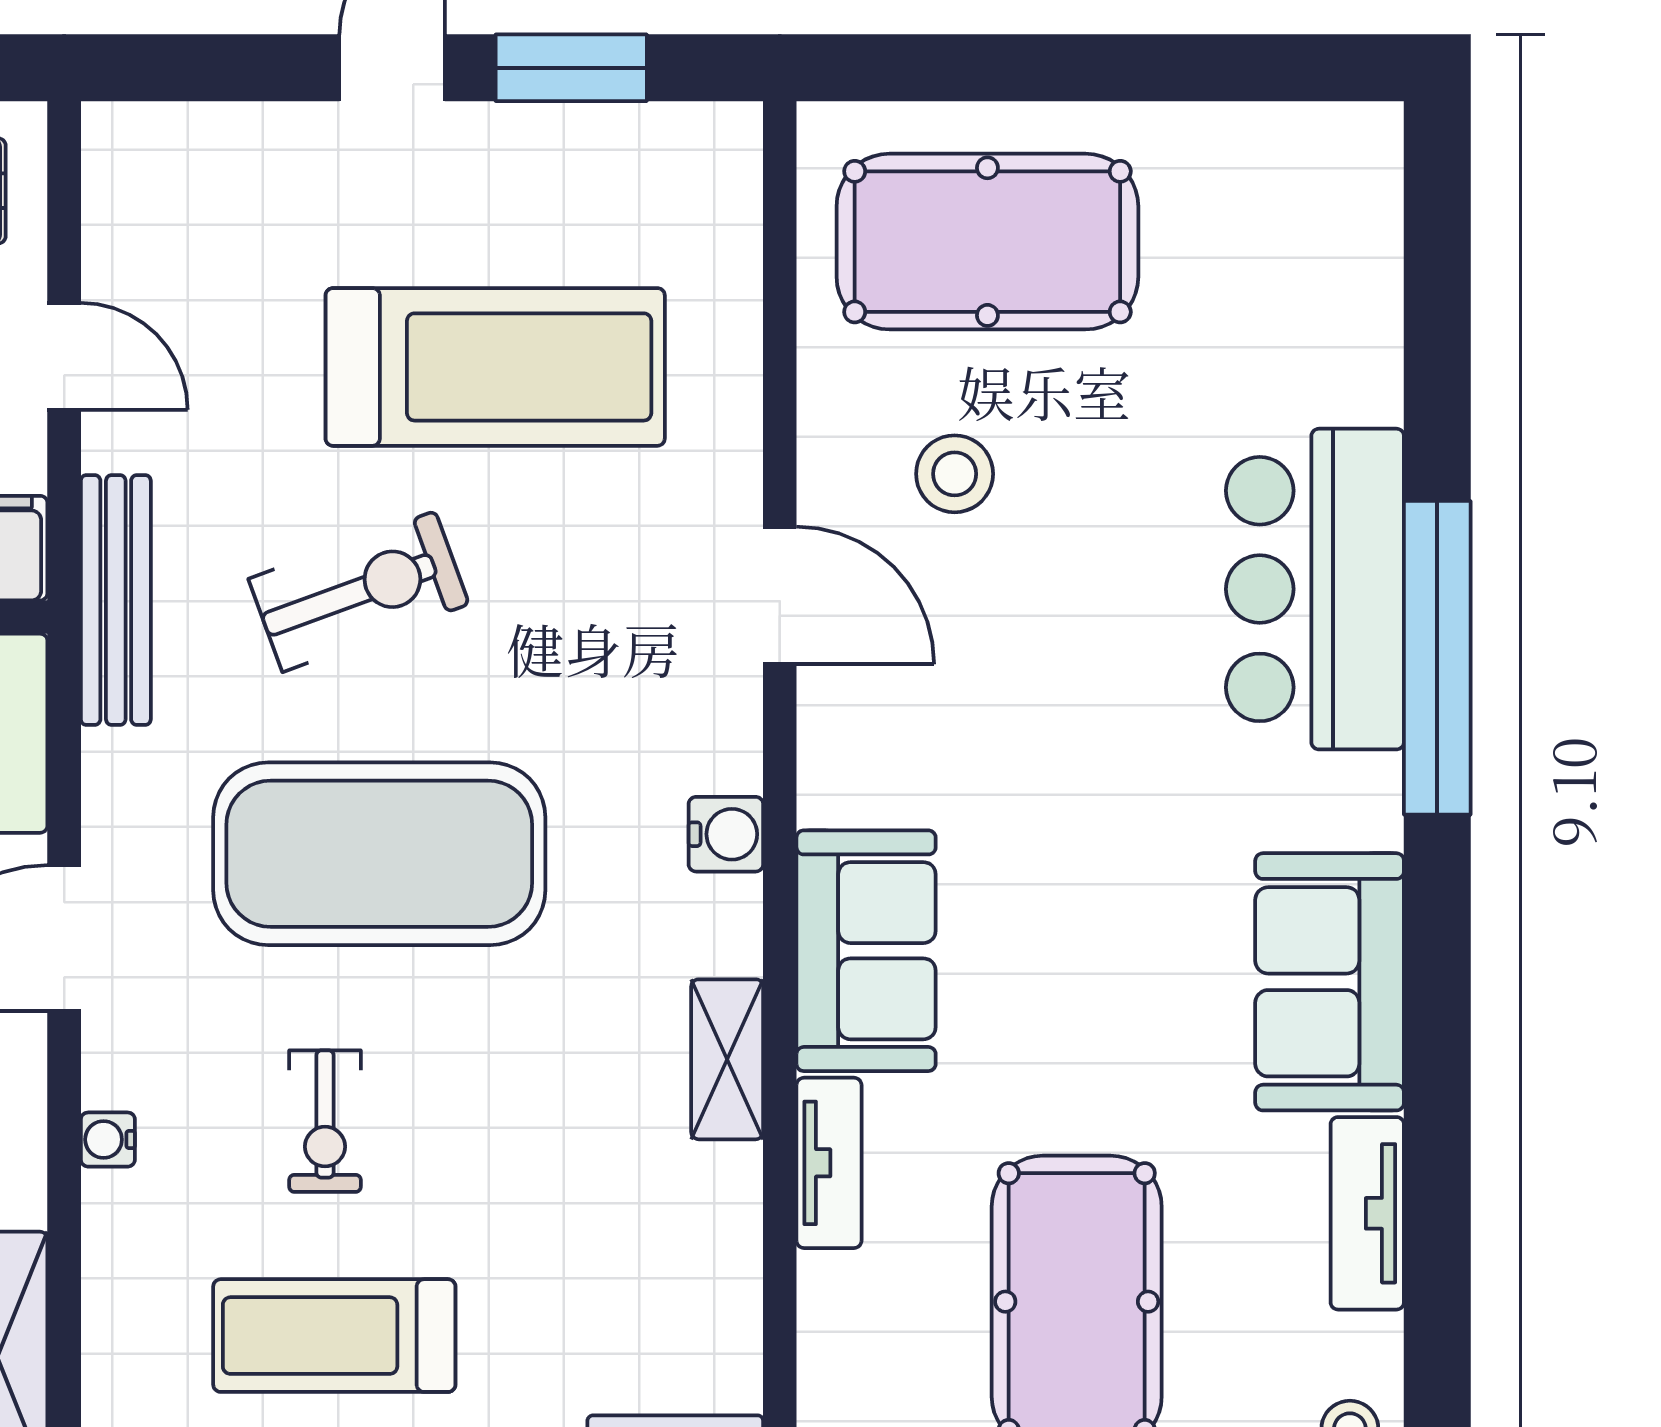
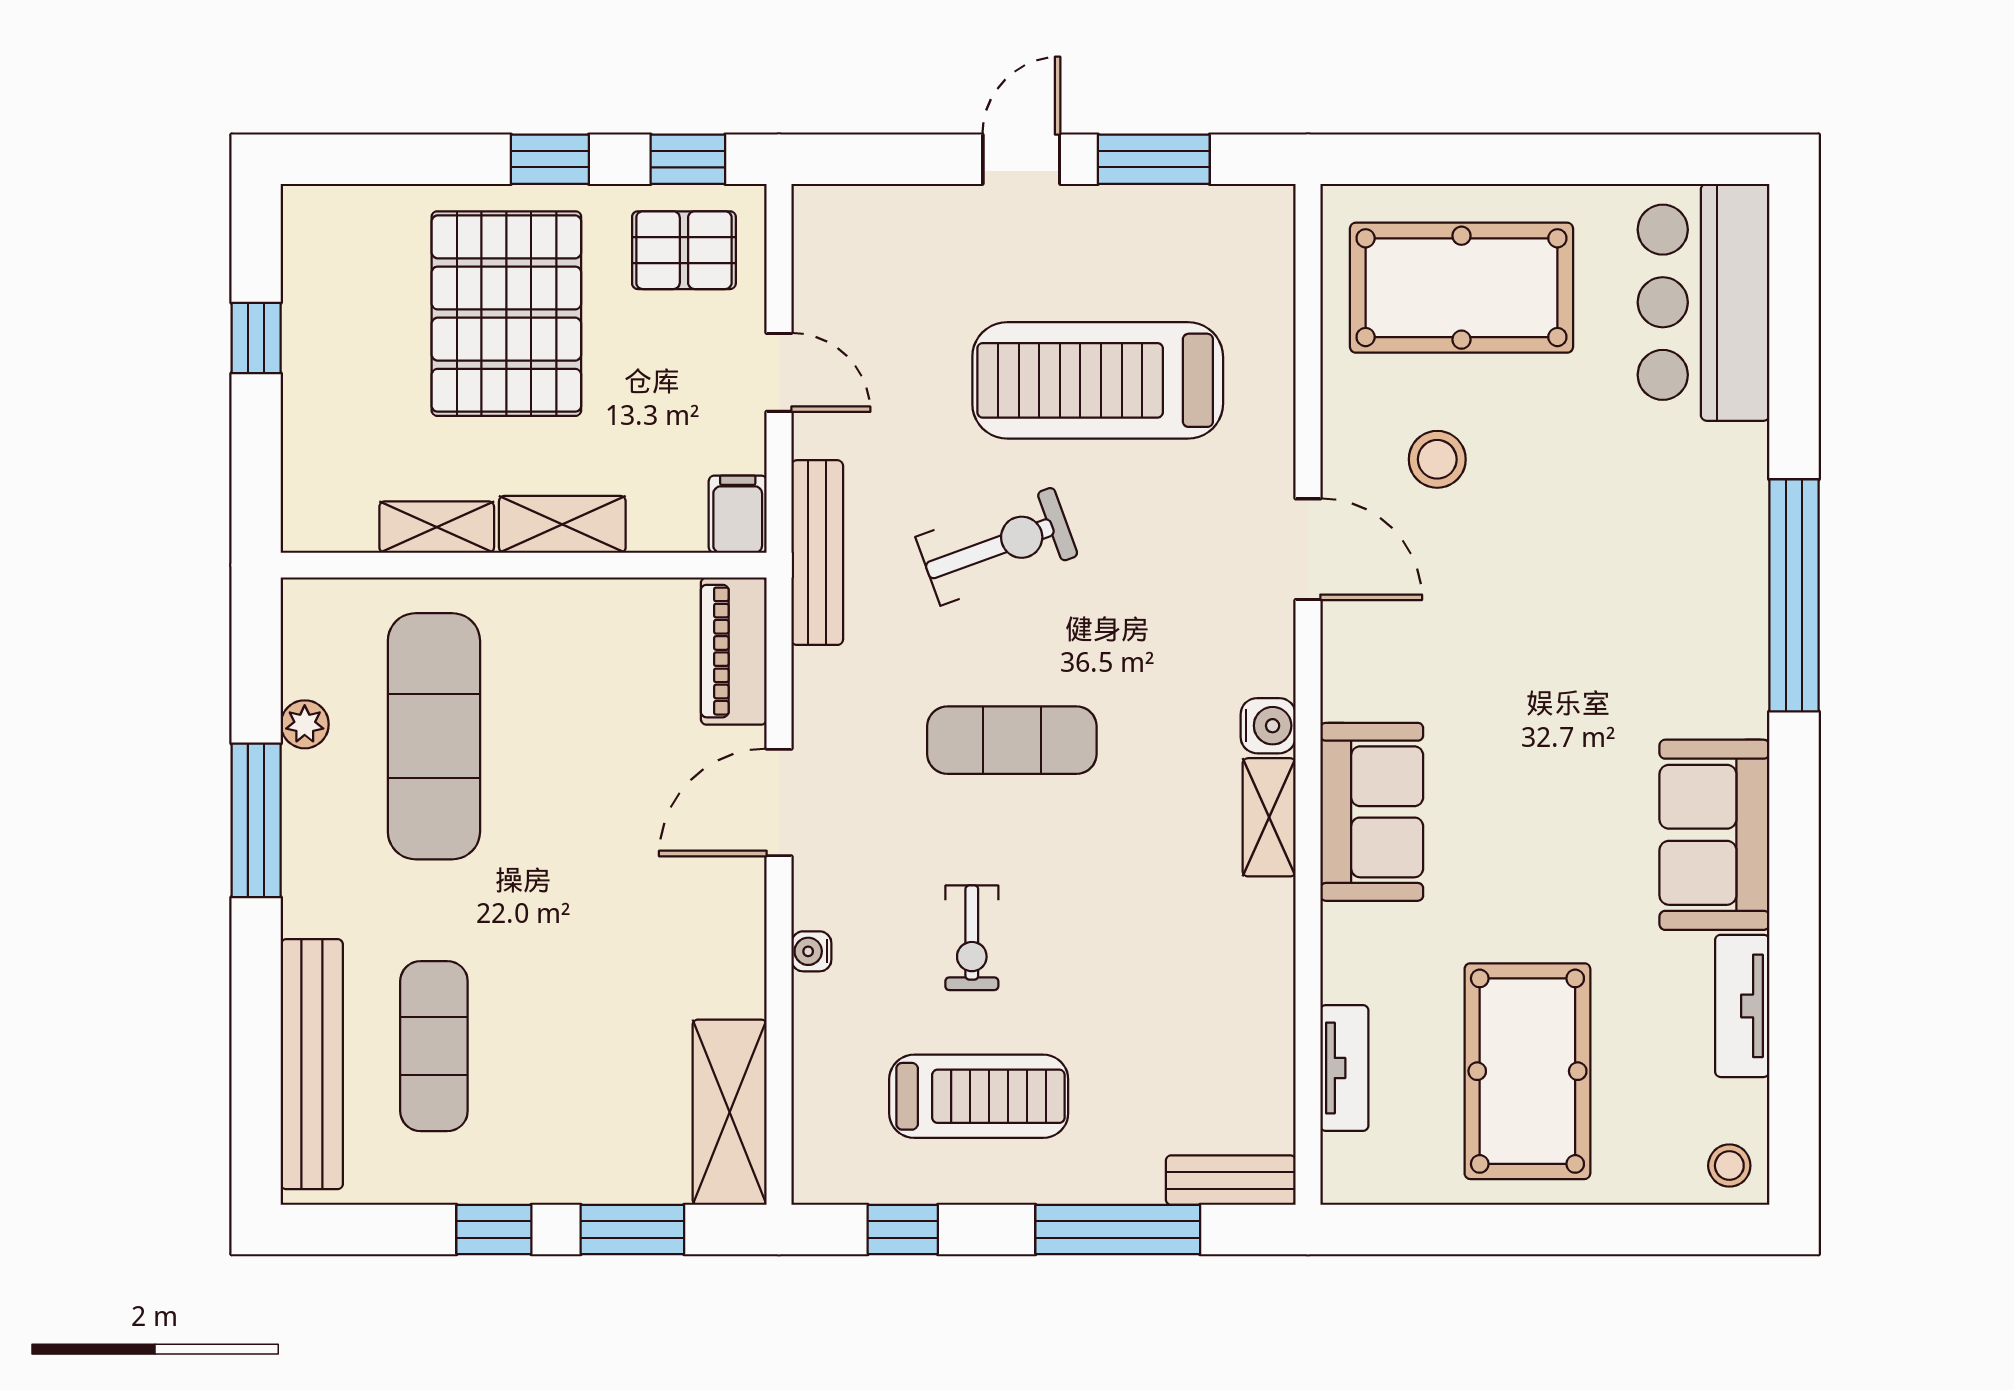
treadmill: (495, 367) -> (1098, 380), turned 180
bar counter: (1315, 589) -> (1704, 302), moved
exercise mat: (379, 854) -> (1012, 740), width x0.50, depth x0.69
shelving: (727, 1059) -> (1269, 817), moved
tv unit: (829, 1163) -> (1344, 1068), moved
treadmill: (334, 1336) -> (979, 1096), turned 180

